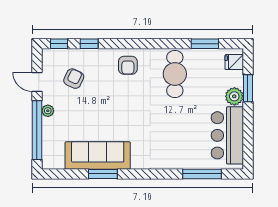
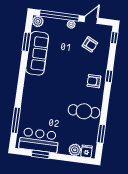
window: (89, 44) -> (109, 76), moved
window: (248, 88) -> (40, 154), moved
plant: (234, 96) -> (75, 150), moved
plant: (50, 161) -> (38, 21), added
window: (103, 174) -> (26, 42), moved

